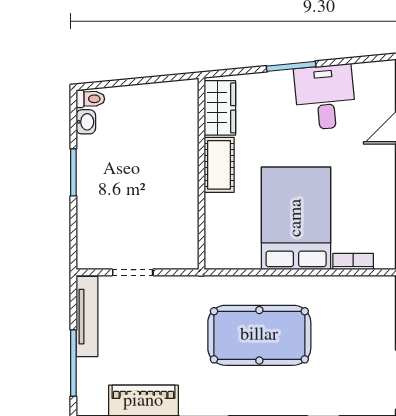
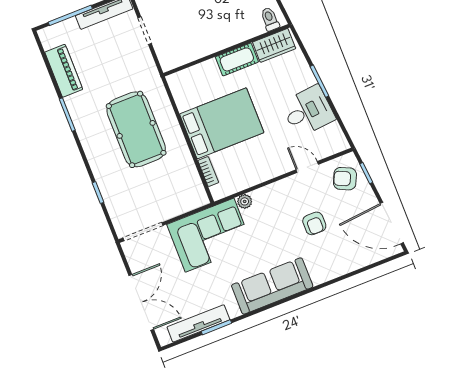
toilet: (183, 100) -> (270, 19), added

